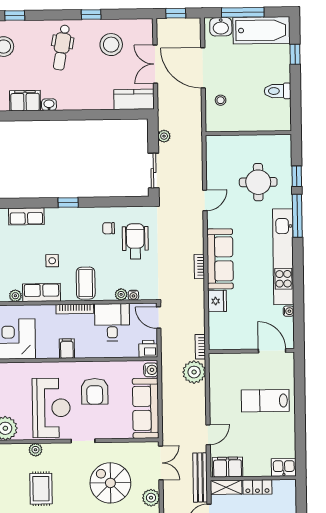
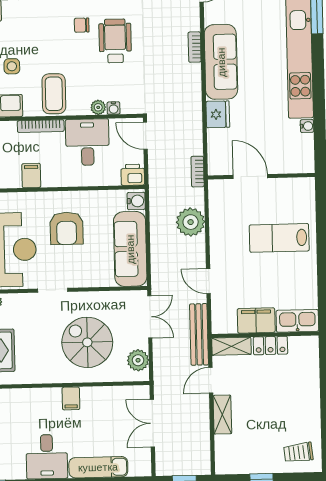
bookcase: (199, 266) -> (195, 47), moved
door: (272, 351) -> (250, 176), moved
plant: (194, 372) -> (191, 222), moved
door: (208, 435) -> (208, 281), swing flipped
filing cabinet: (228, 467) -> (256, 320), moved
kitchen sink: (284, 467) -> (297, 321), width x1.38

